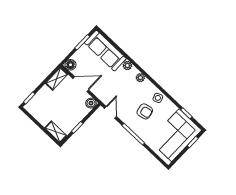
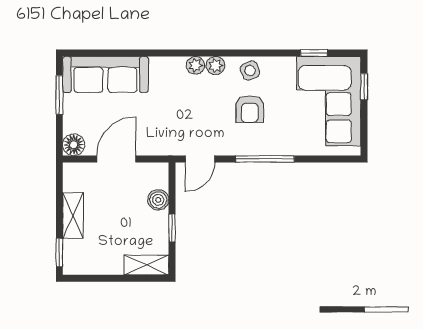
plant: (127, 66) -> (215, 66), moved
shelving: (57, 79) -> (73, 216), moved
boiler: (91, 103) -> (158, 200), moved
armchair: (145, 111) -> (250, 109), turned 101
door: (110, 112) -> (200, 159), swing flipped

